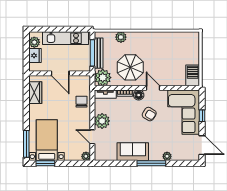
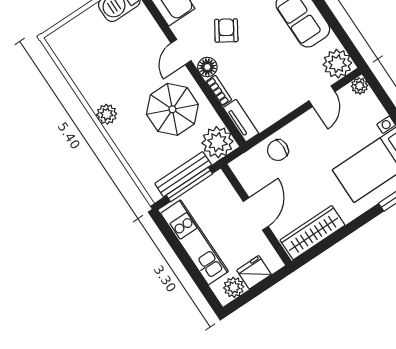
plant: (121, 37) -> (107, 114), moved
wardrobe: (35, 93) -> (312, 233), width x1.50
plant: (102, 121) -> (337, 64), moved

